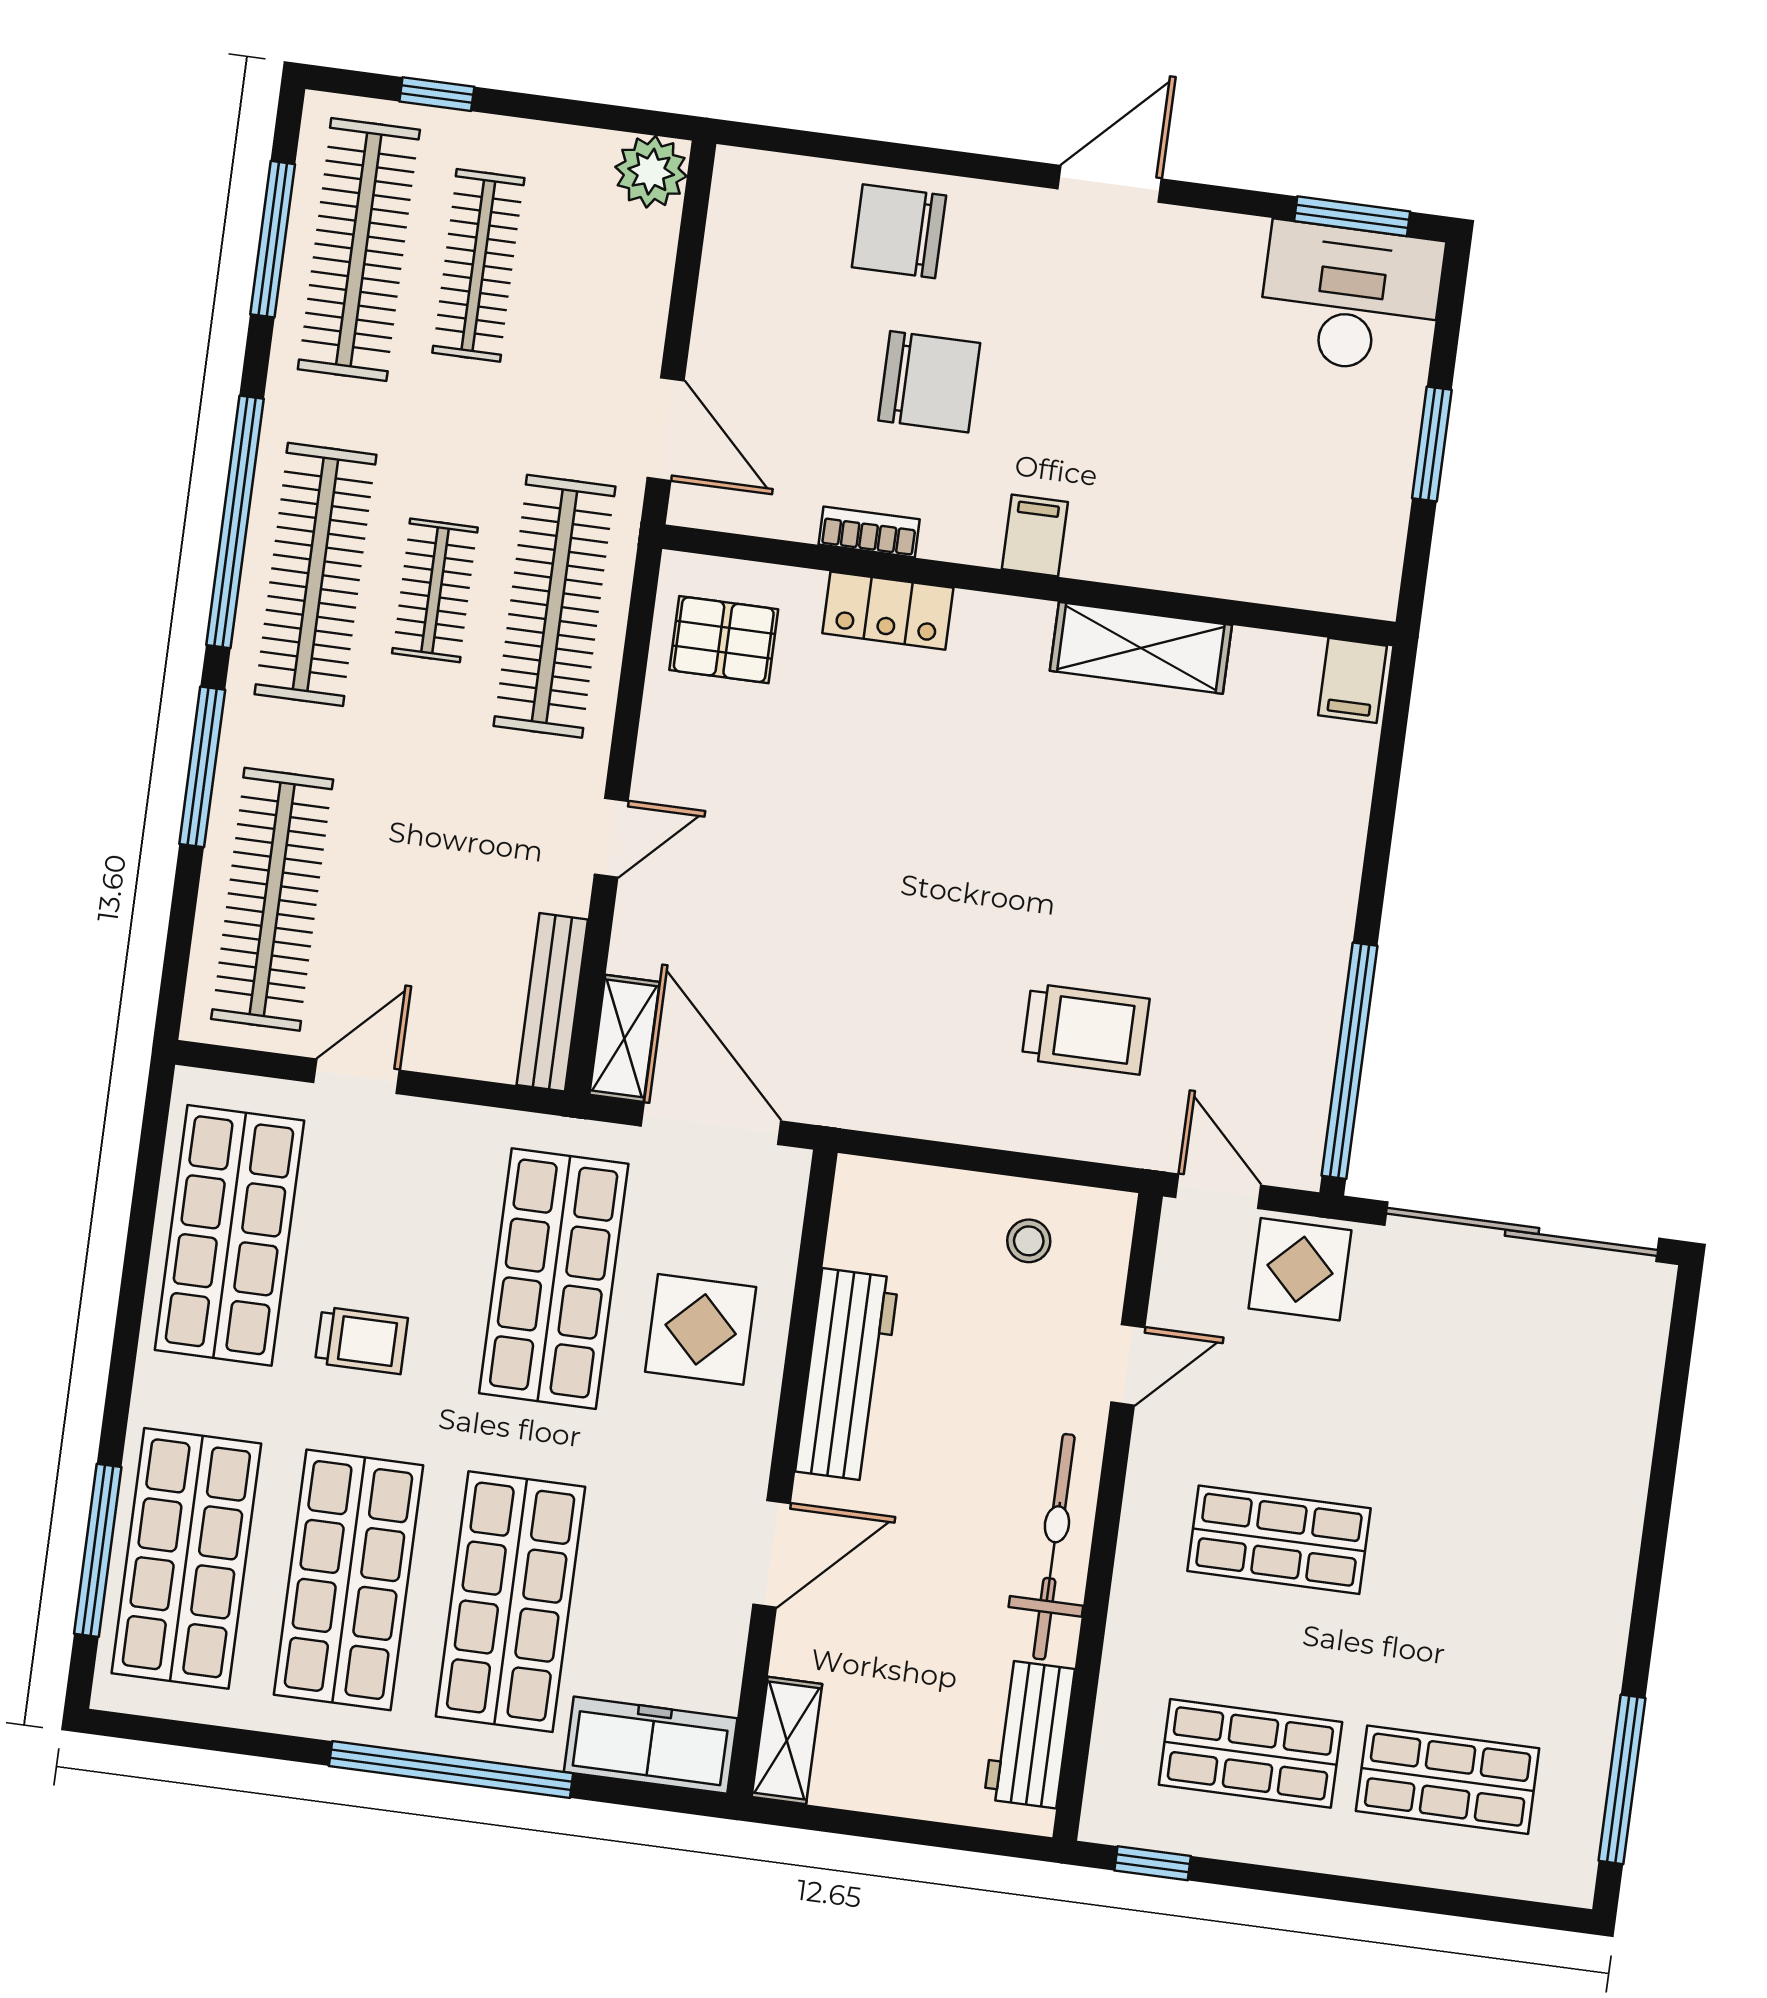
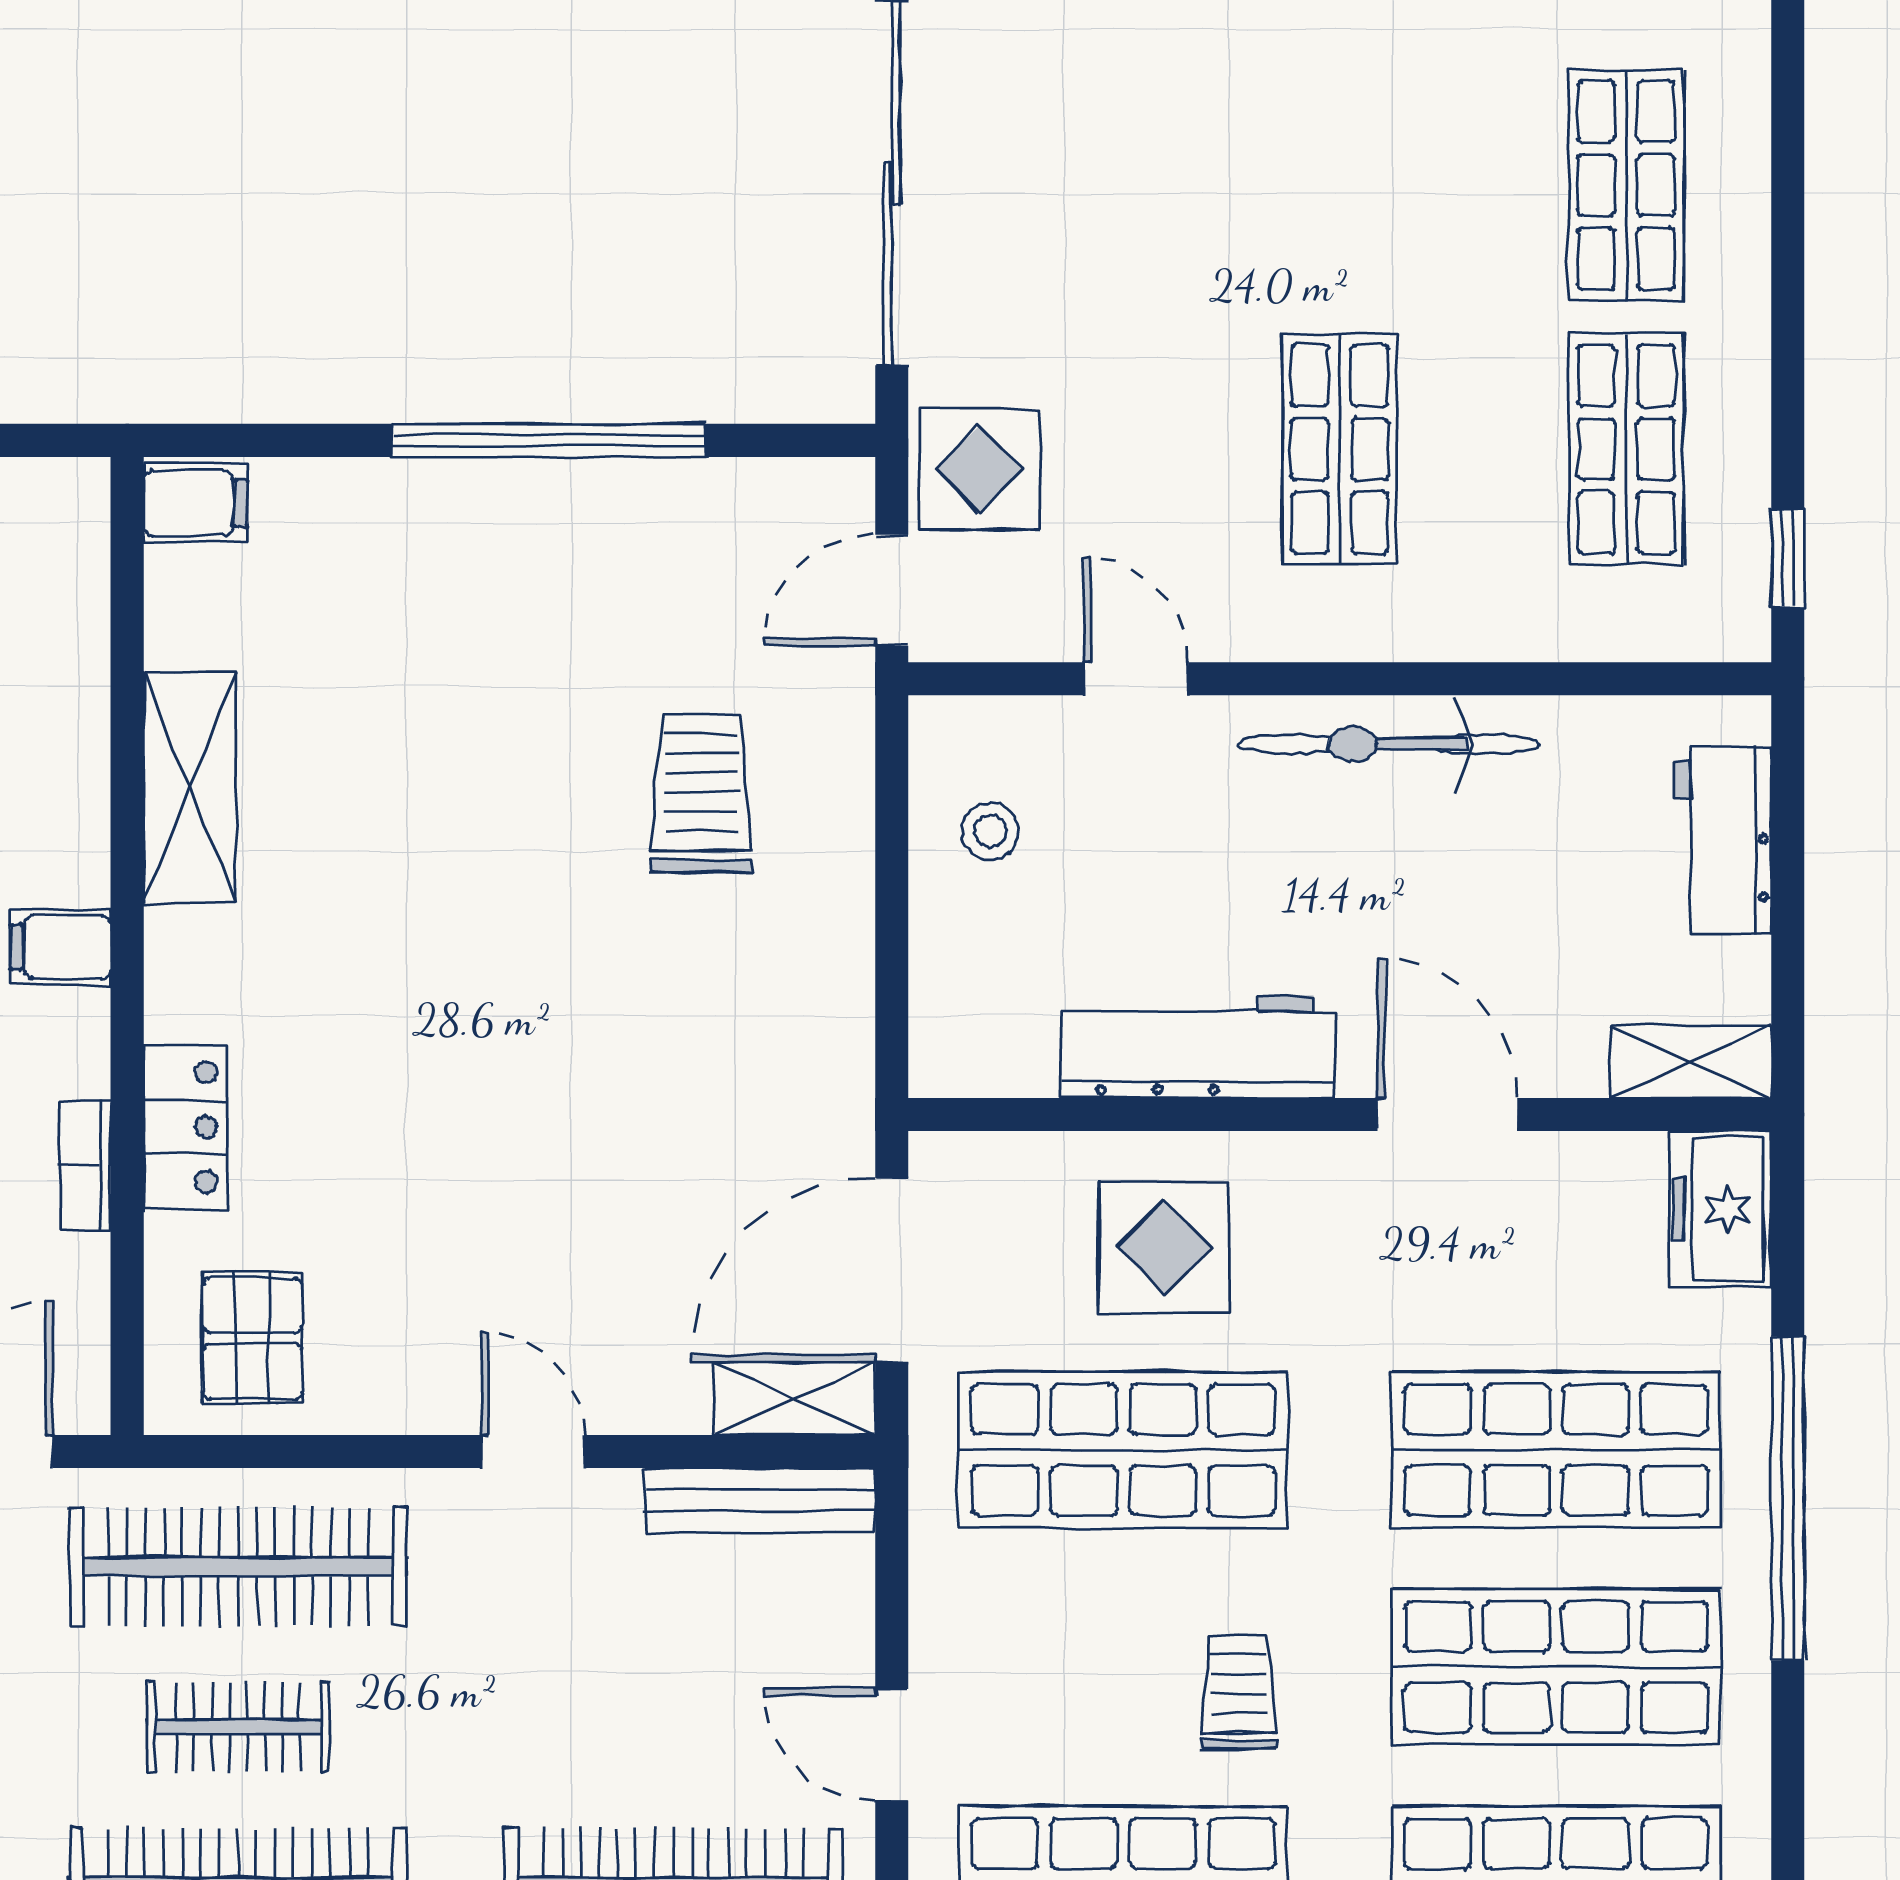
window: (1350, 1061) -> (549, 440), moved
workbench: (1029, 1734) -> (1723, 840), moved, turned 90
freezer: (651, 1745) -> (1721, 1209), width x0.71

